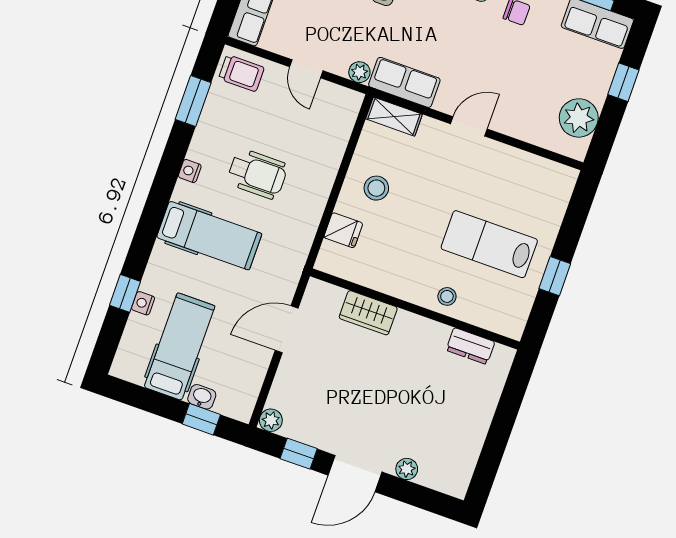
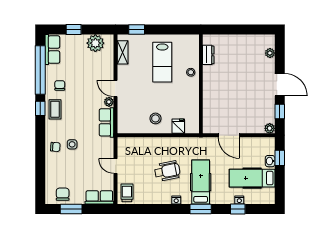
door: (306, 69) -> (115, 166), swing flipped
plant: (359, 72) -> (109, 102), moved
window: (193, 101) -> (201, 209), moved
shelving: (394, 117) -> (123, 52), moved
wheelchair: (257, 174) -> (167, 171), turned 79
window: (555, 276) -> (137, 30), moved
wardrobe: (368, 313) -> (210, 103), removed
plant: (407, 469) -> (270, 53), moved

